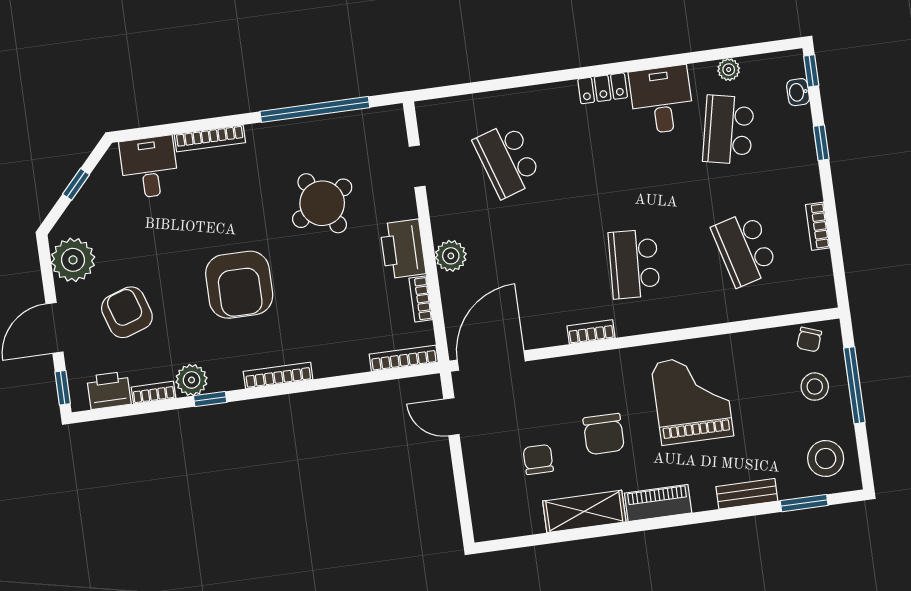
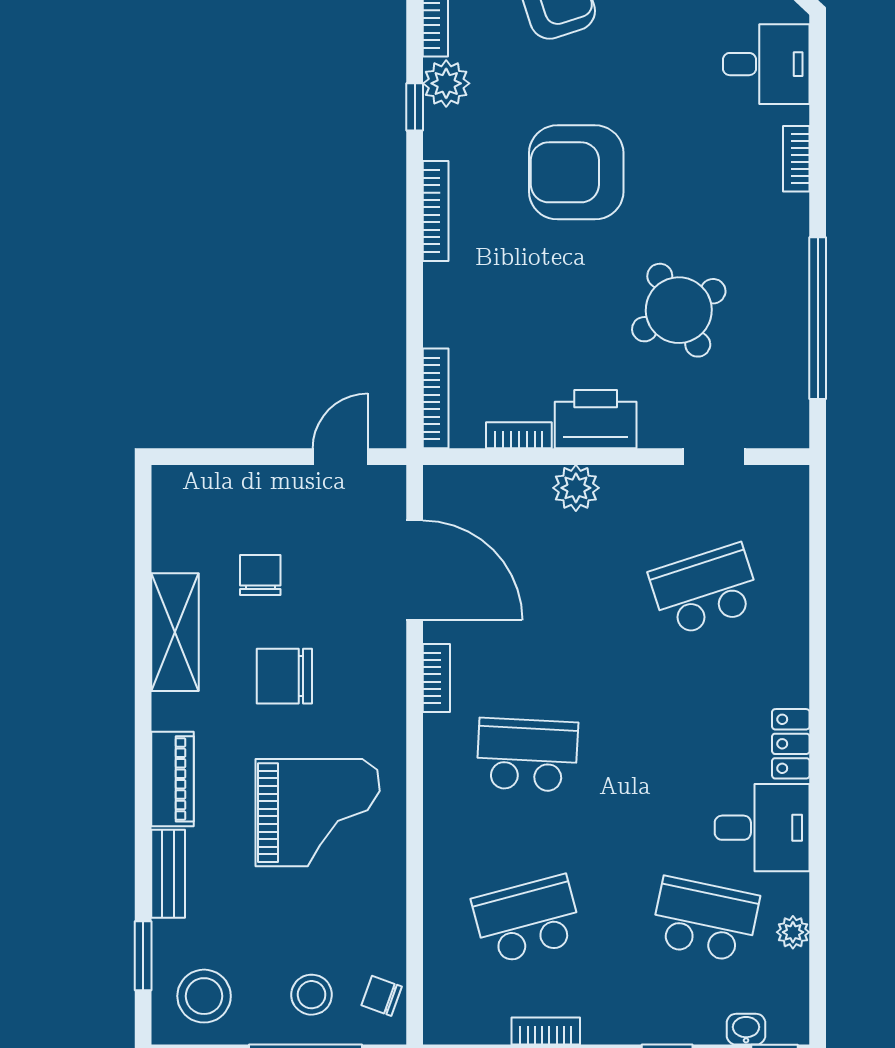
bookcase: (210, 138) -> (796, 159), width x0.64
door: (491, 361) -> (415, 570), moved
chair: (538, 459) -> (260, 575), turned -90
piano: (658, 503) -> (173, 779), moved

